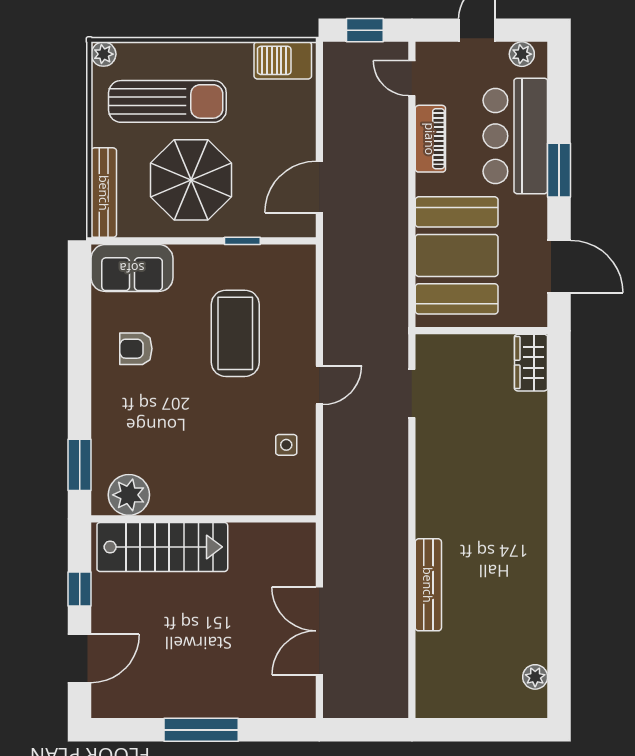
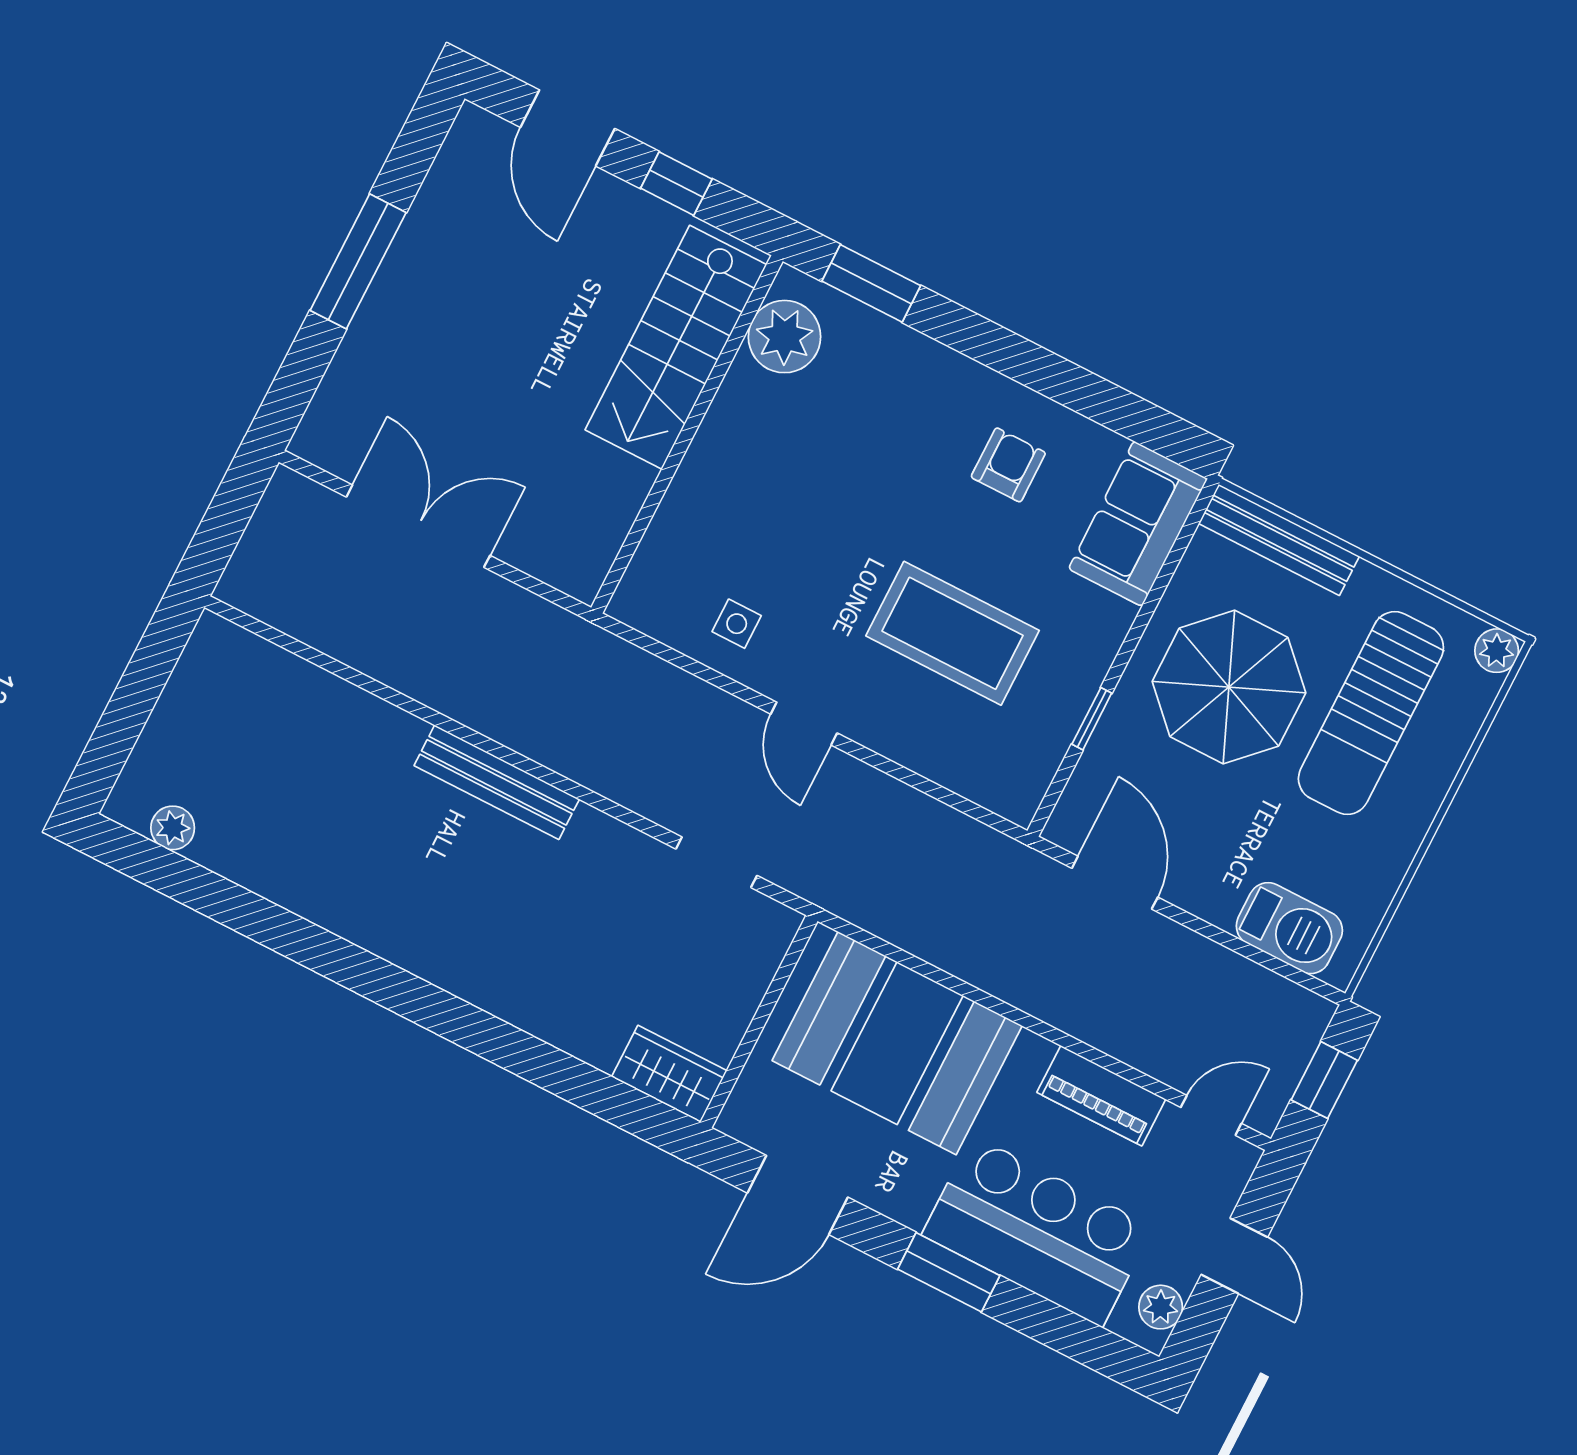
barbecue: (283, 60) -> (1289, 928), moved, turned 90
bench: (428, 585) -> (497, 782), moved

